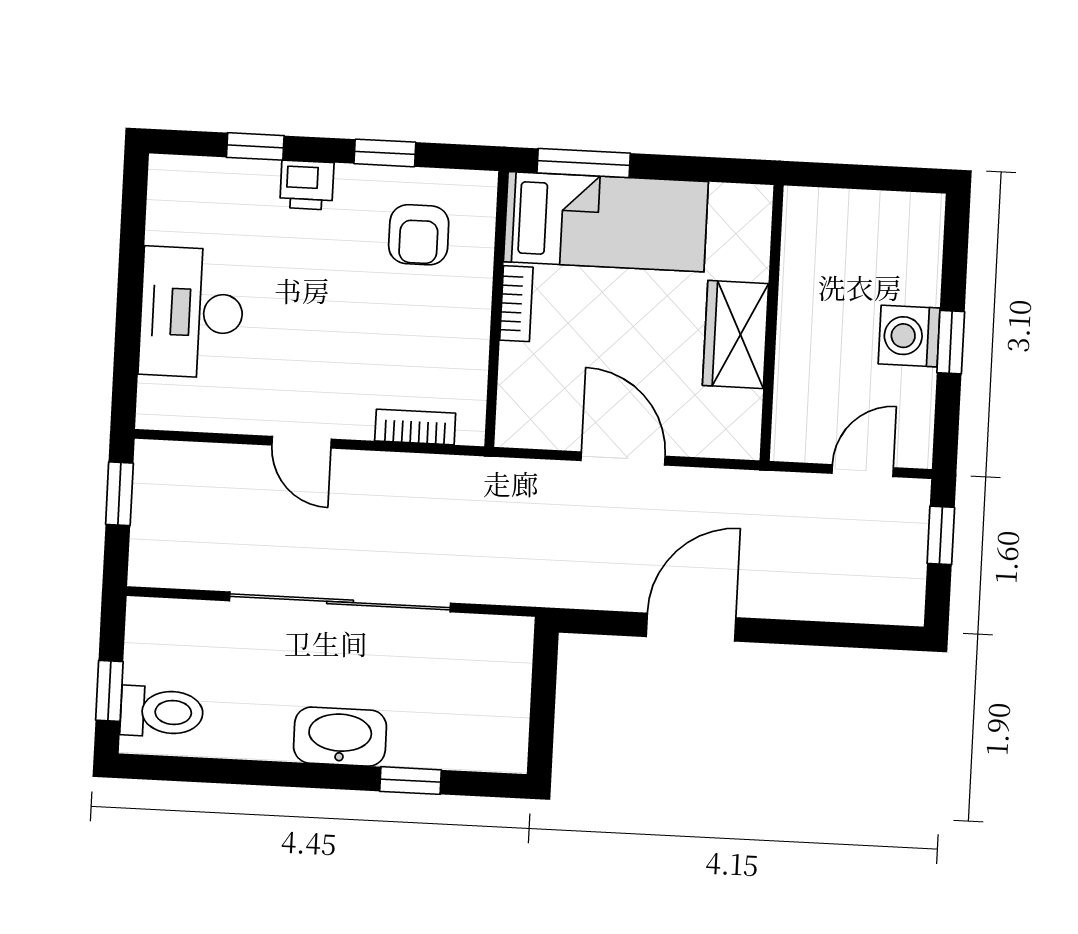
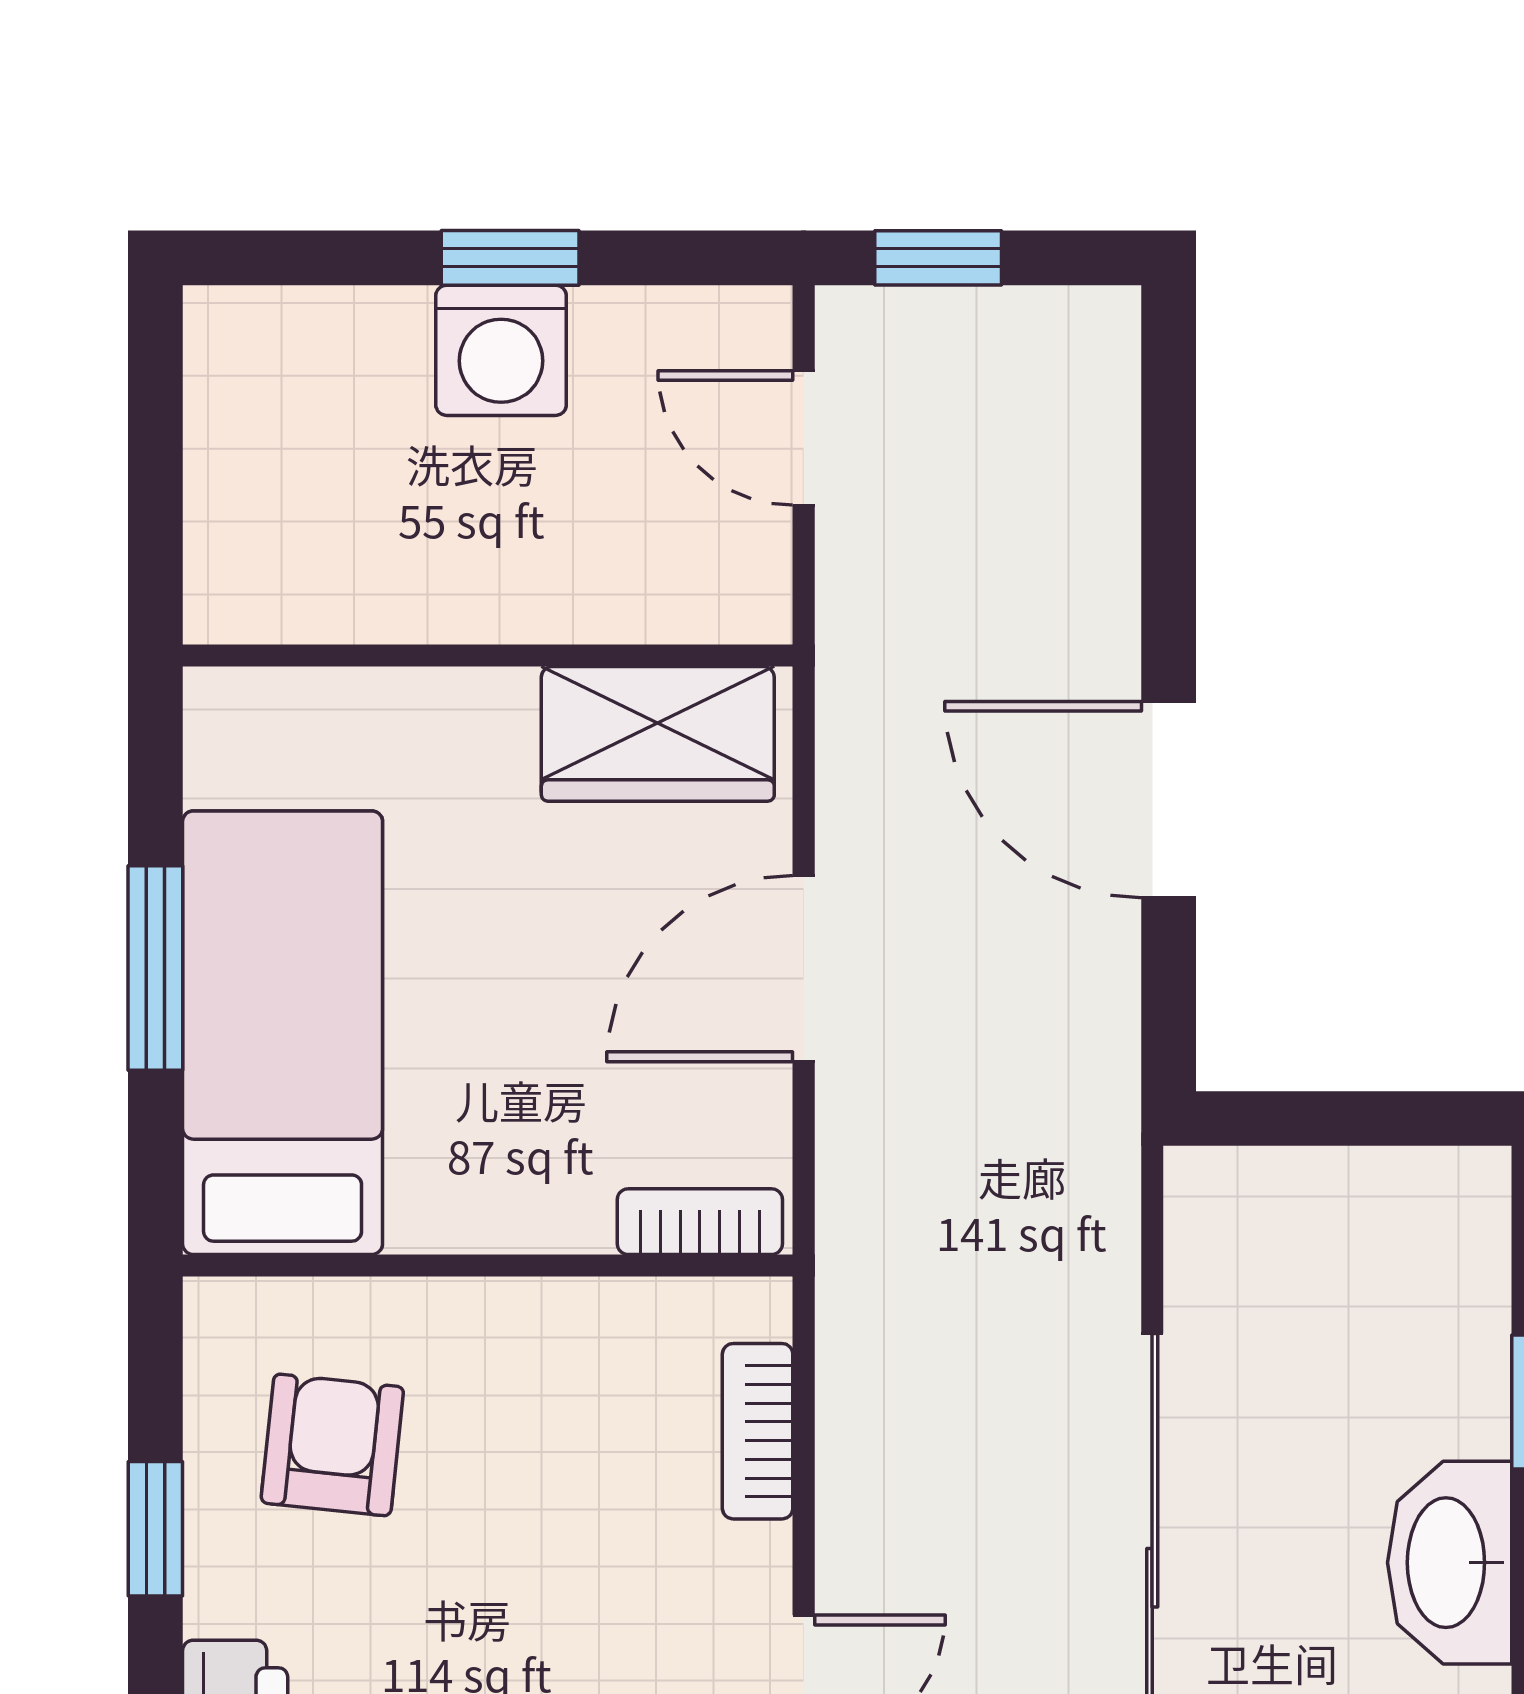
window: (584, 163) -> (155, 968), moved
armchair: (419, 235) -> (332, 1445), turned -84
bookcase: (516, 304) -> (700, 1222), moved
wardrobe: (736, 335) -> (658, 734), moved

